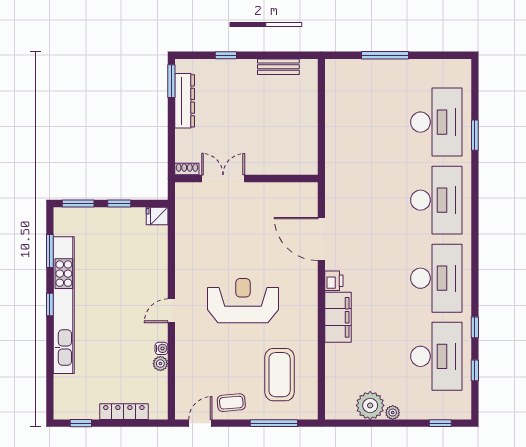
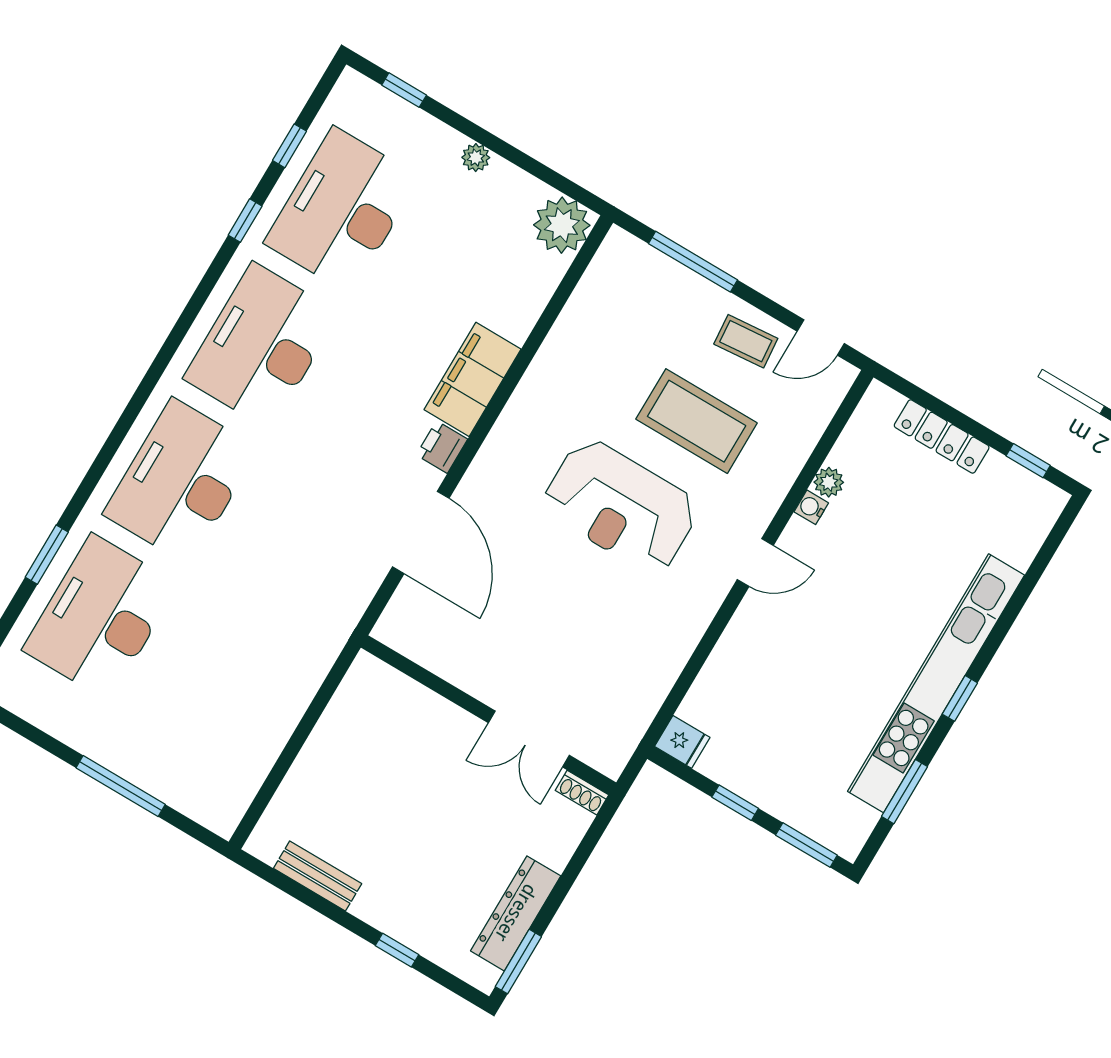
coffee table: (280, 375) -> (697, 421), moved, turned 90
plant: (370, 405) -> (562, 225), moved

